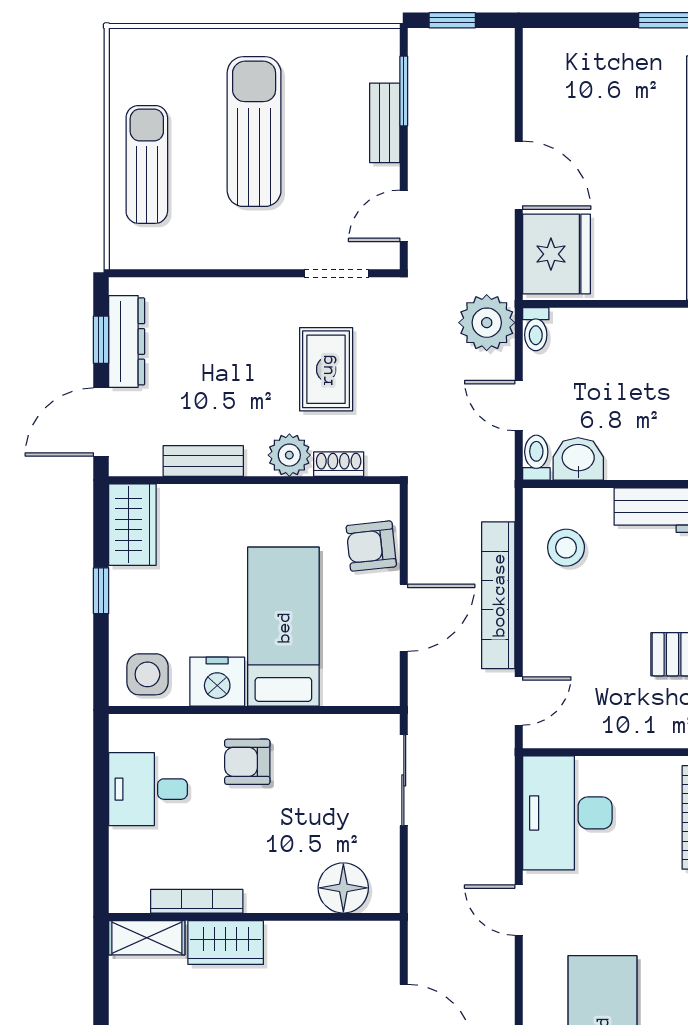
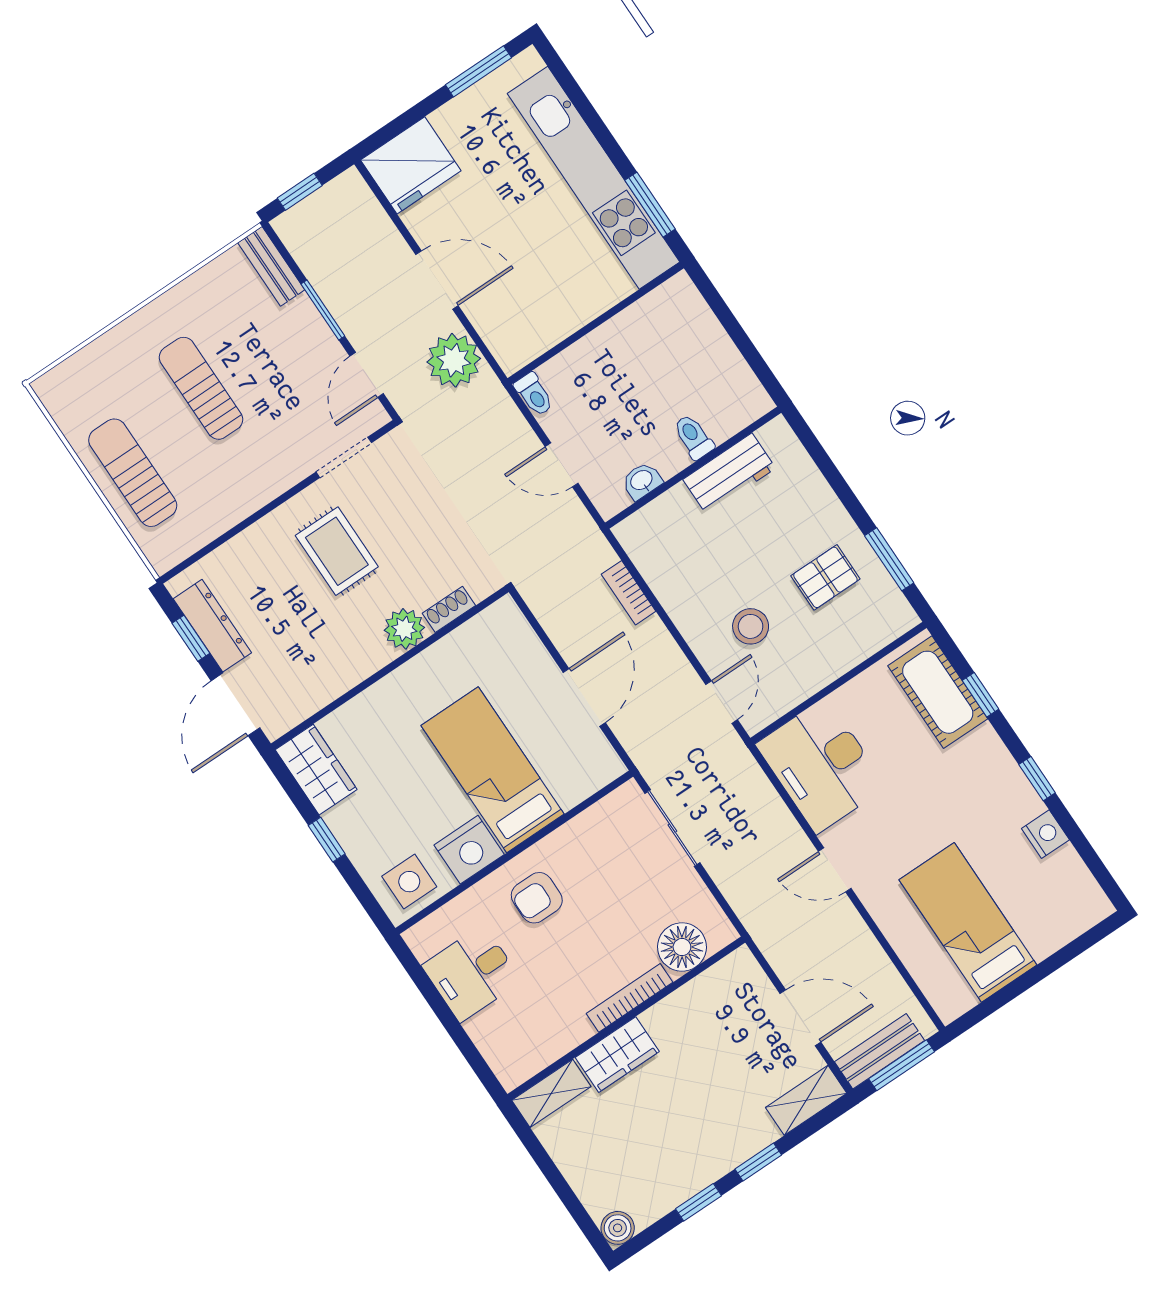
window: (404, 91) -> (323, 310), moved
bench: (385, 123) -> (271, 266), moved
sun lounger: (254, 132) -> (201, 388), width x0.73, depth x0.75
fridge: (556, 254) -> (411, 165), moved, turned 90
plant: (487, 323) -> (454, 360), moved
rug: (326, 369) -> (337, 551), moved
toilet: (536, 458) -> (693, 437), moved
washbasin: (578, 459) -> (642, 481), width x0.72, depth x0.69
bench: (203, 461) -> (339, 680), removed
armchair: (371, 546) -> (519, 657), removed
stool: (566, 548) -> (751, 626), moved
bookcase: (498, 595) -> (629, 593), width x0.43, depth x0.76
bookcase: (197, 901) -> (630, 998), moved

